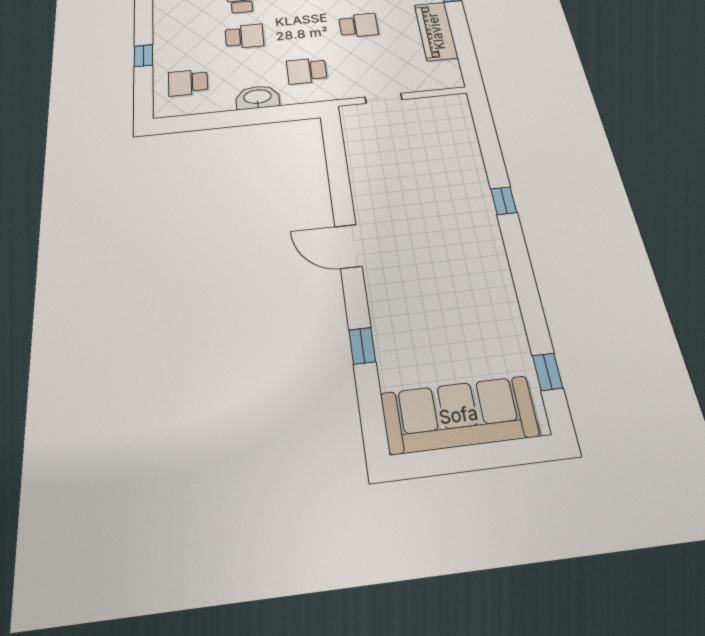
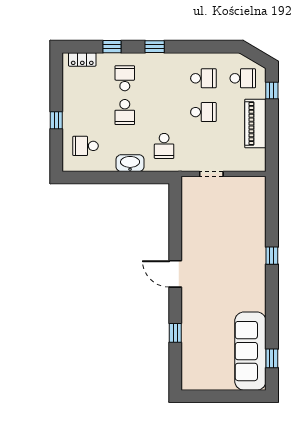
school desk: (244, 36) -> (125, 112), turned 90
school desk: (307, 71) -> (164, 146), turned -90
sofa: (459, 415) -> (250, 351), moved, turned -90

